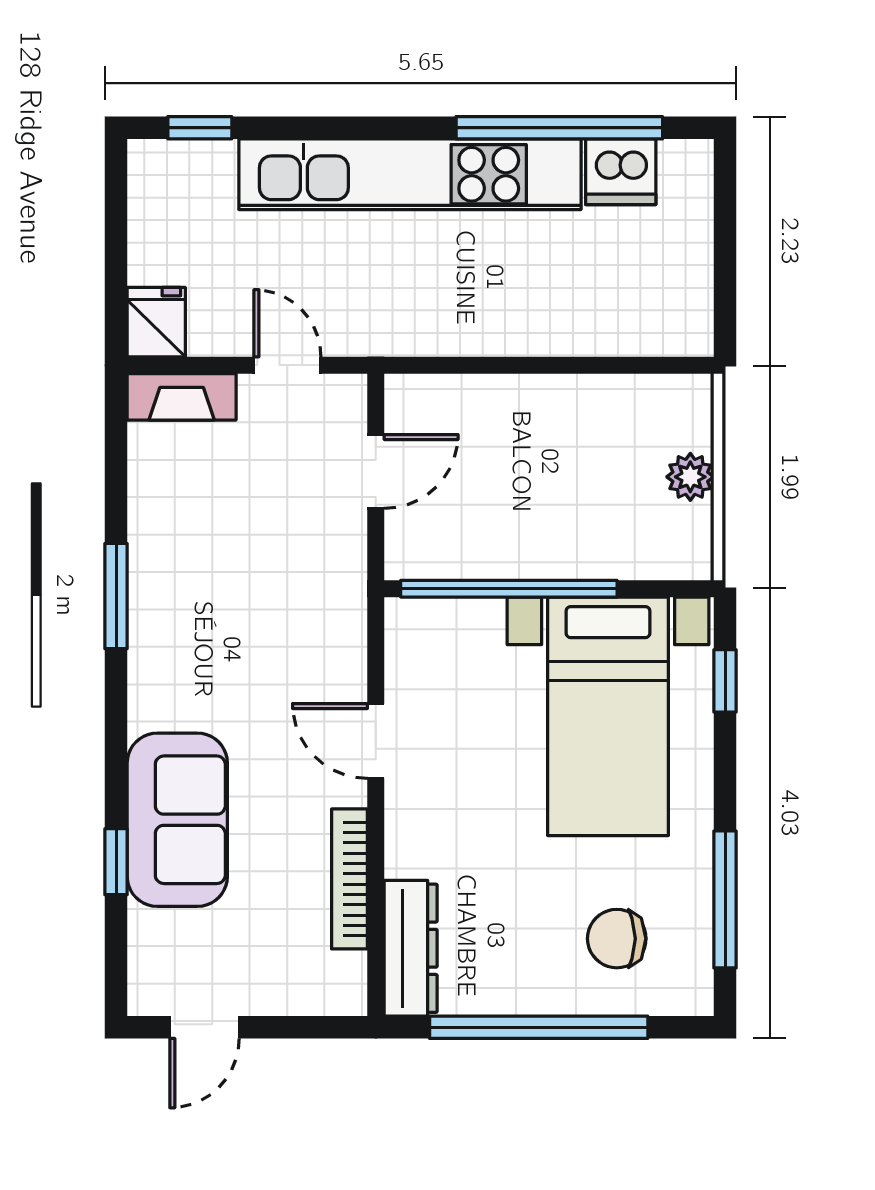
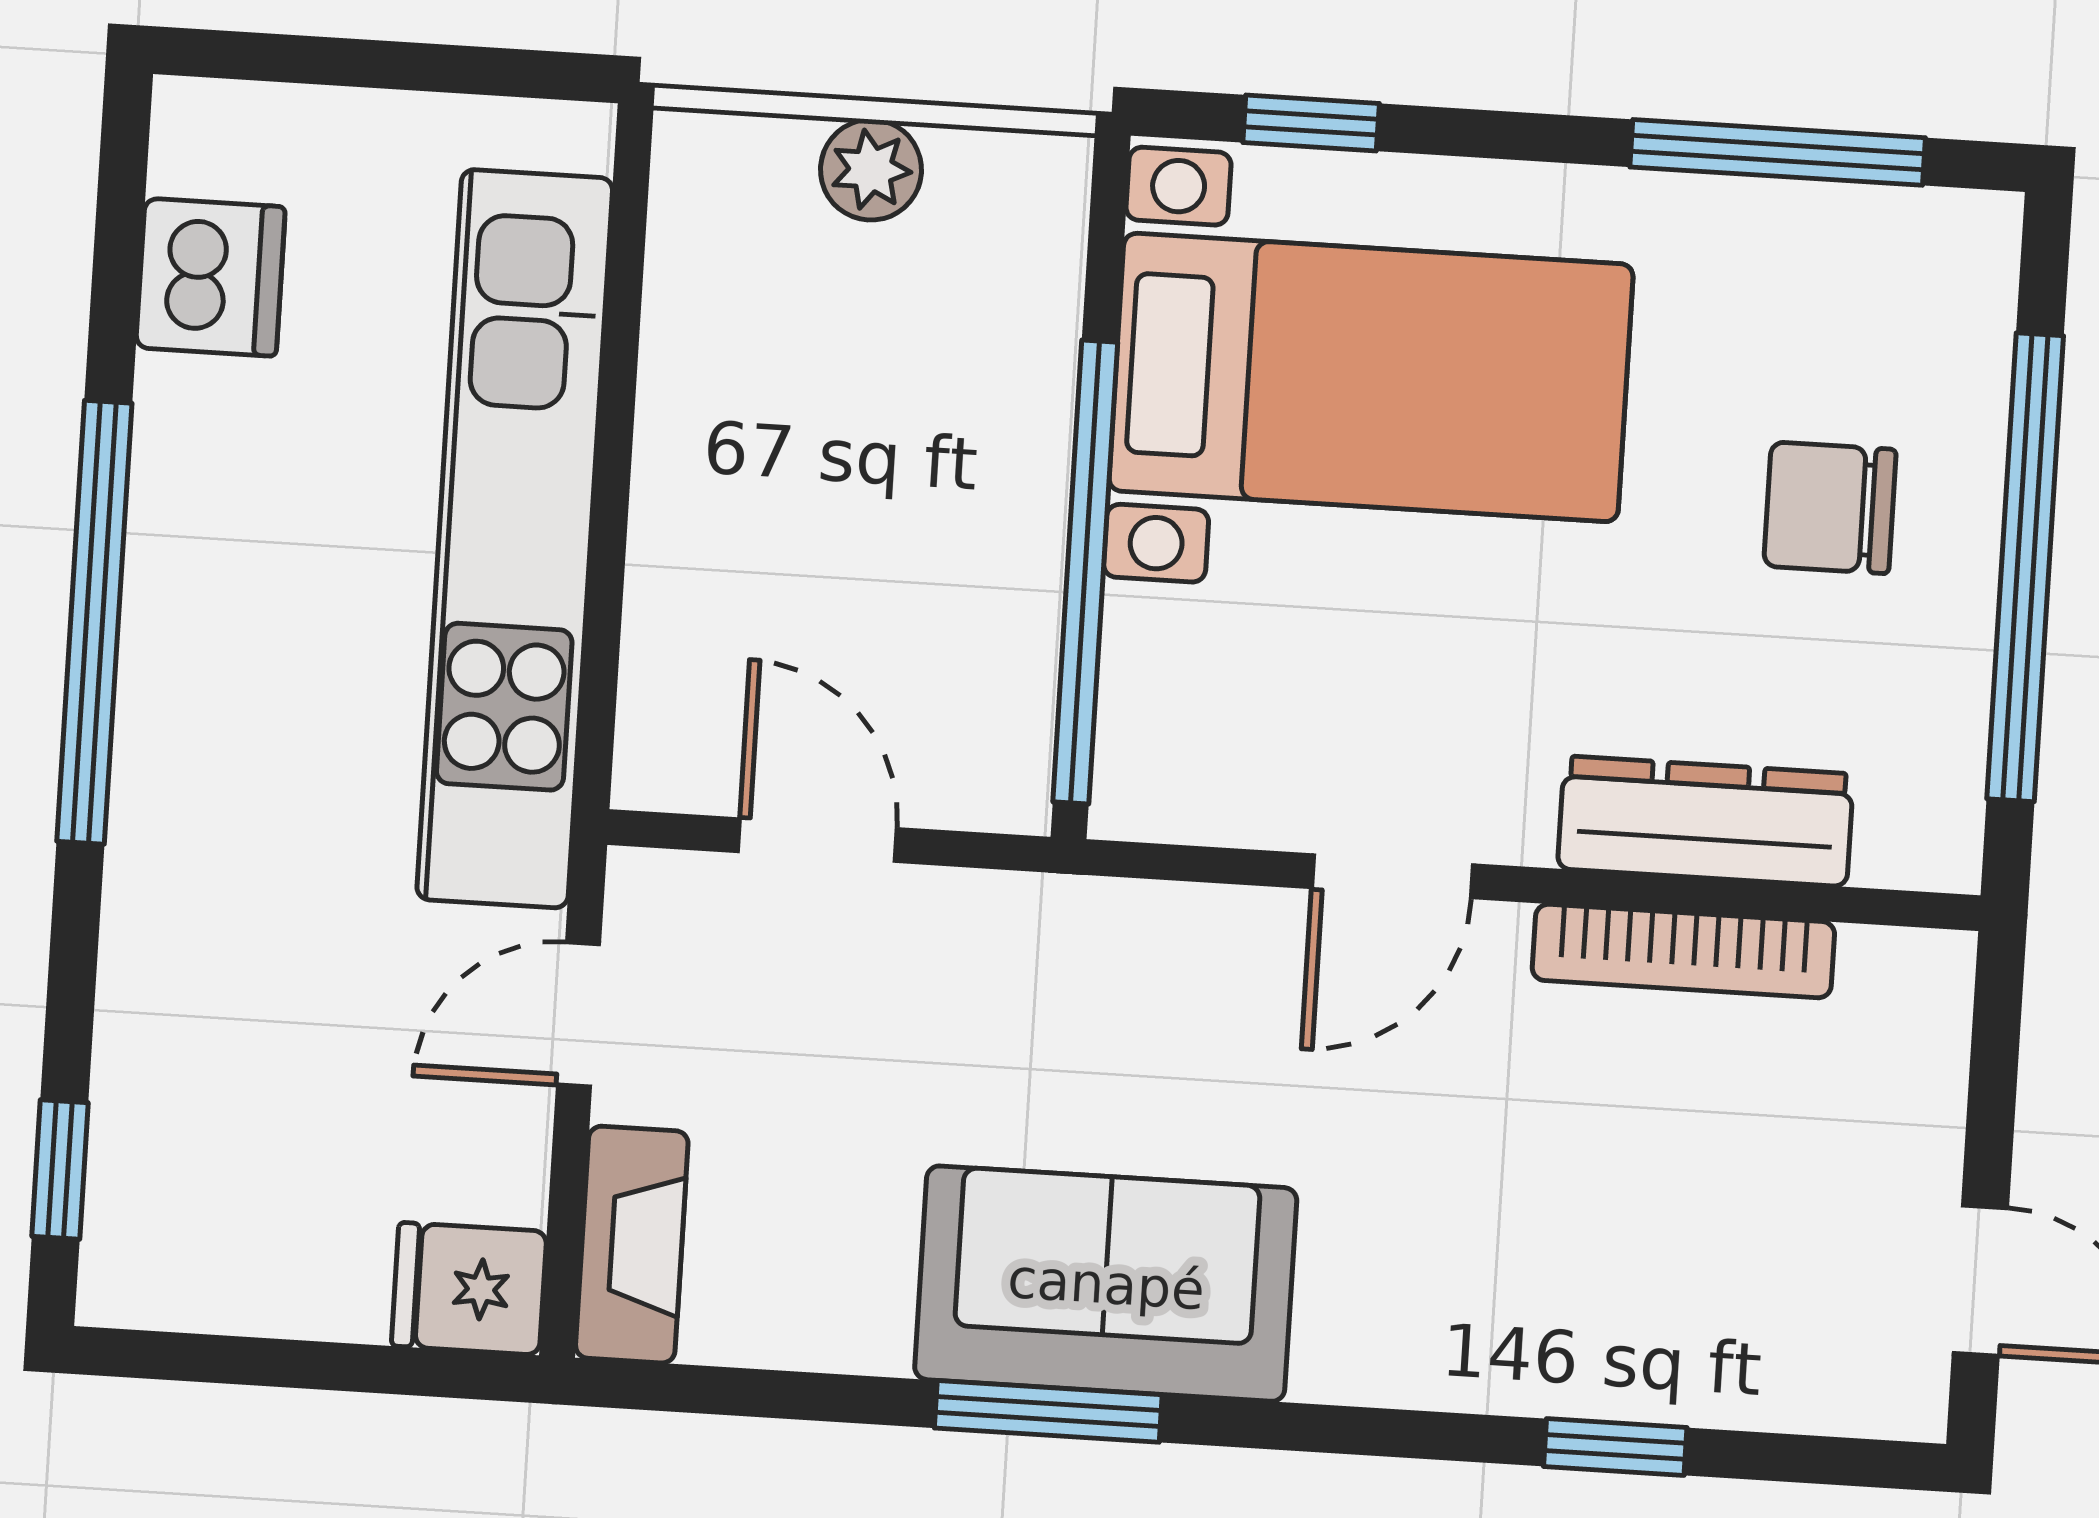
window: (559, 128) -> (94, 622), moved
kitchen unit: (410, 174) -> (515, 539), moved, turned 180
sofa: (177, 820) -> (1106, 1284), moved
chair: (617, 939) -> (1830, 508), moved, turned 90
dresser: (411, 948) -> (1706, 821), moved

